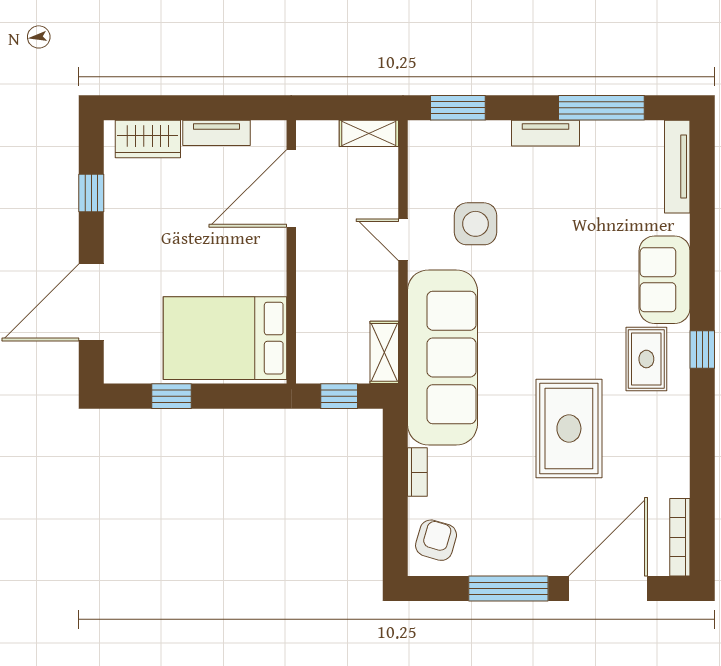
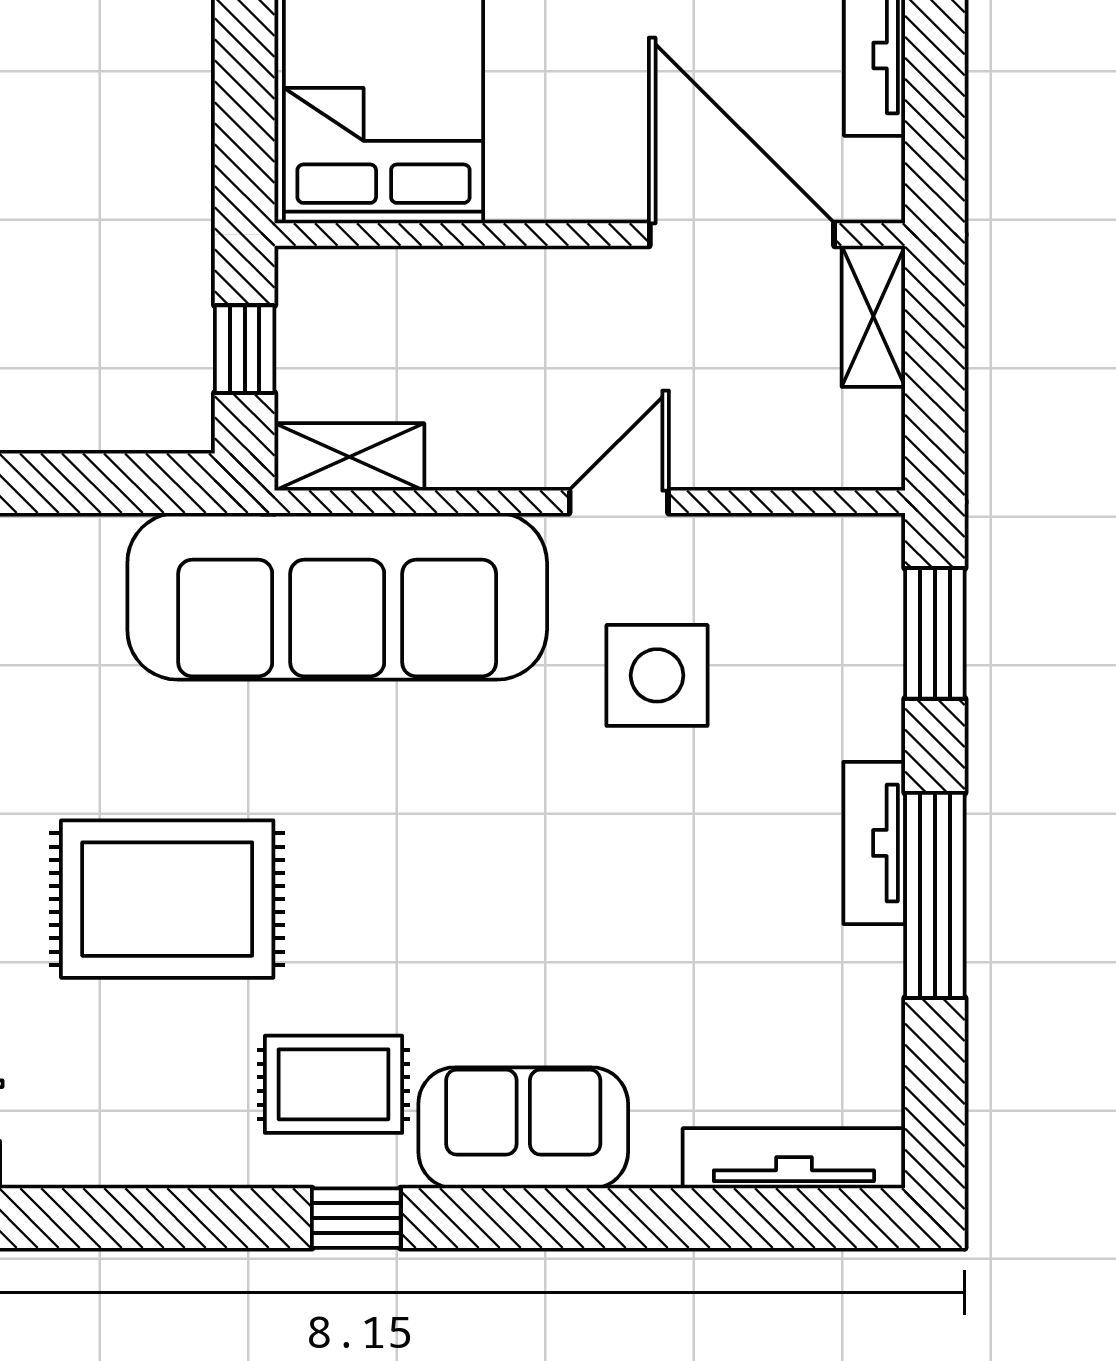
window: (601, 108) -> (935, 895), moved
shelving: (369, 133) -> (873, 316), moved
bookcase: (417, 472) -> (63, 536), removed

